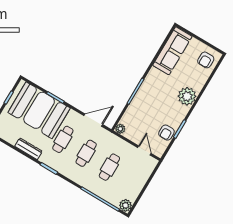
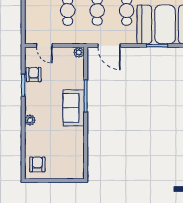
sofa: (172, 51) -> (74, 108), moved, width x0.73
plant: (187, 96) -> (30, 120), width x0.53, depth x0.53
door: (93, 120) -> (109, 46), hinge flipped

